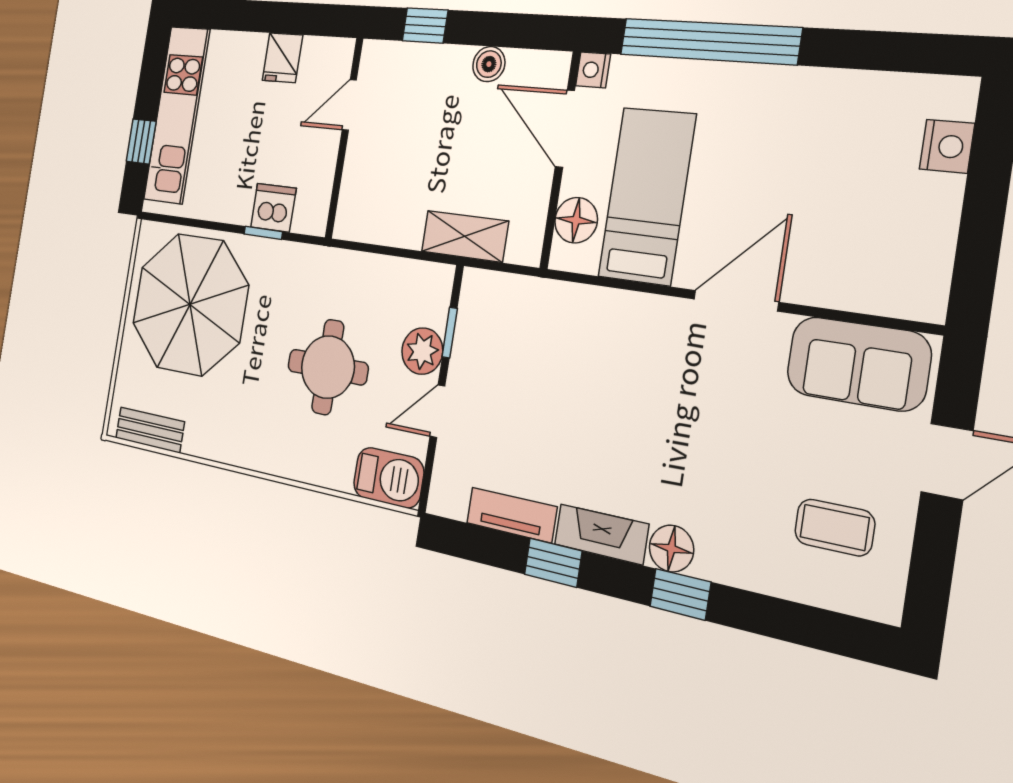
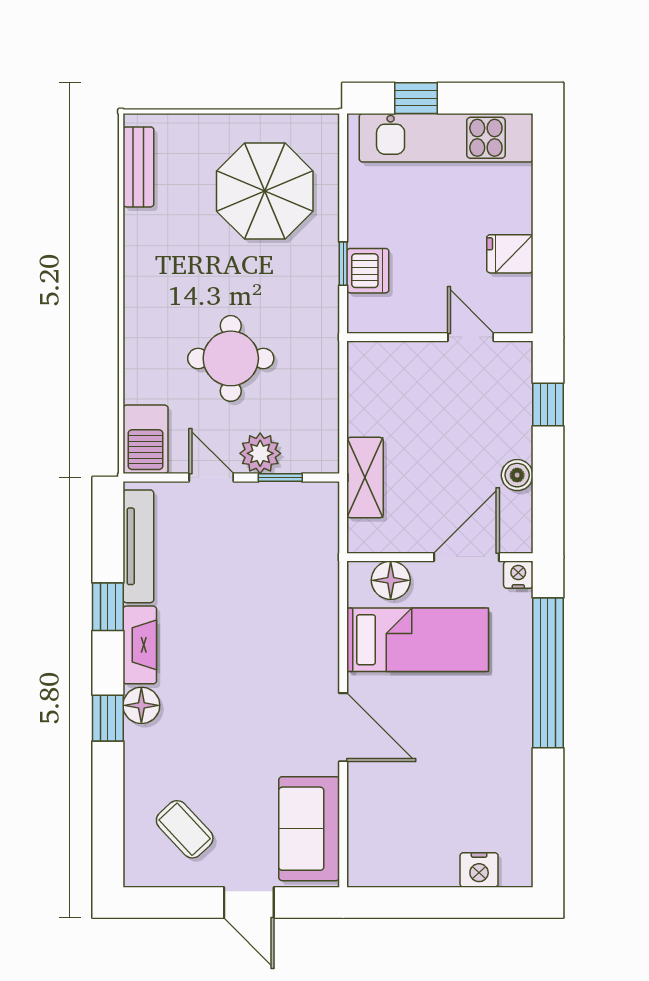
parasol: (190, 304) -> (265, 191), width x0.73, depth x0.73
tv unit: (511, 515) -> (138, 546), width x1.41
coffee table: (835, 527) -> (185, 829), turned -43

